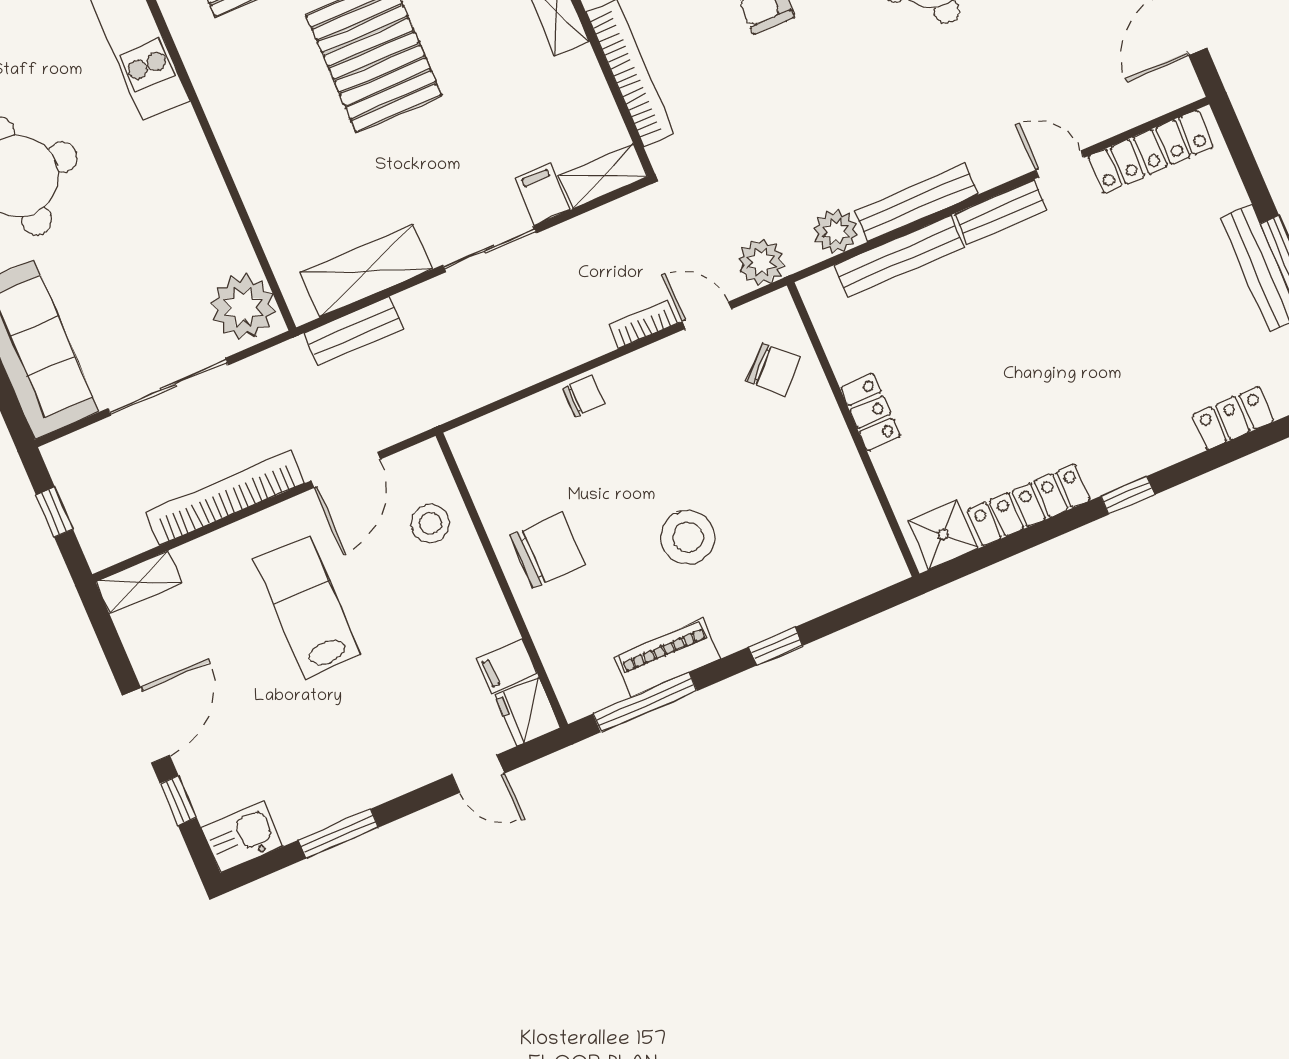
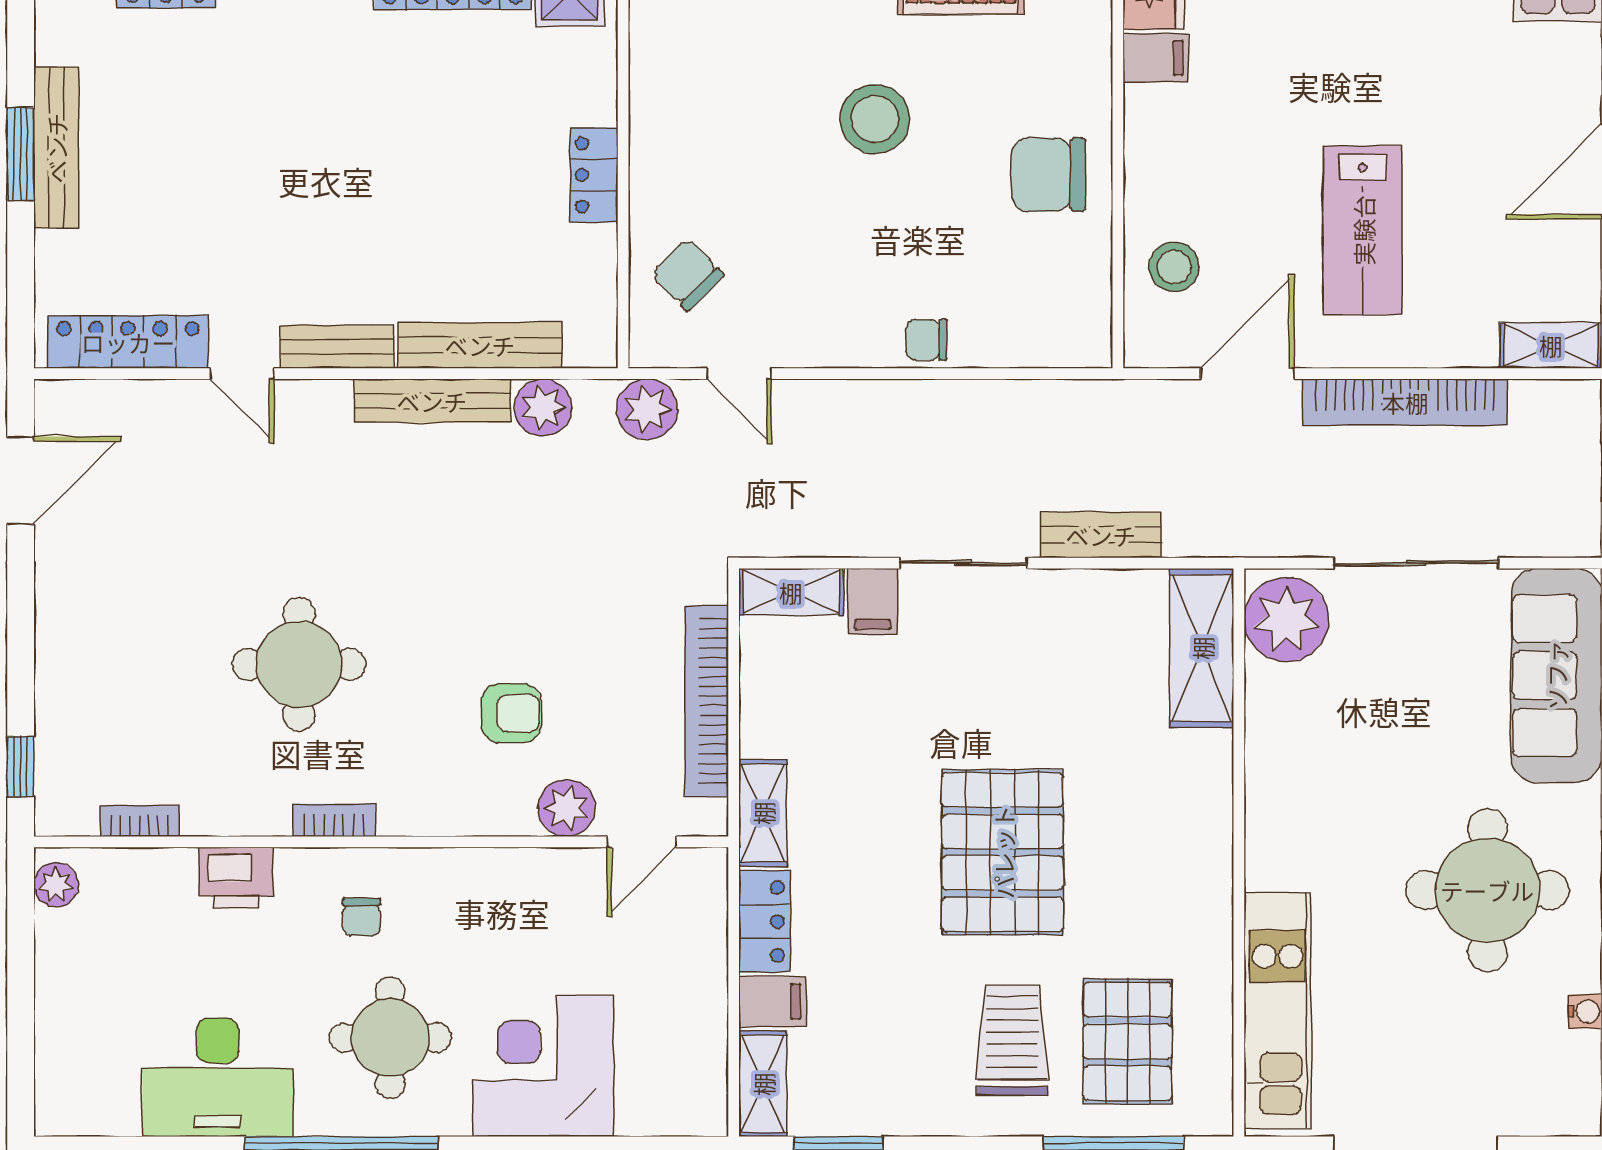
shelving: (366, 271) -> (1202, 648), moved, turned 90
bookcase: (643, 324) -> (819, 396), removed
bench: (354, 331) -> (1101, 535), moved

